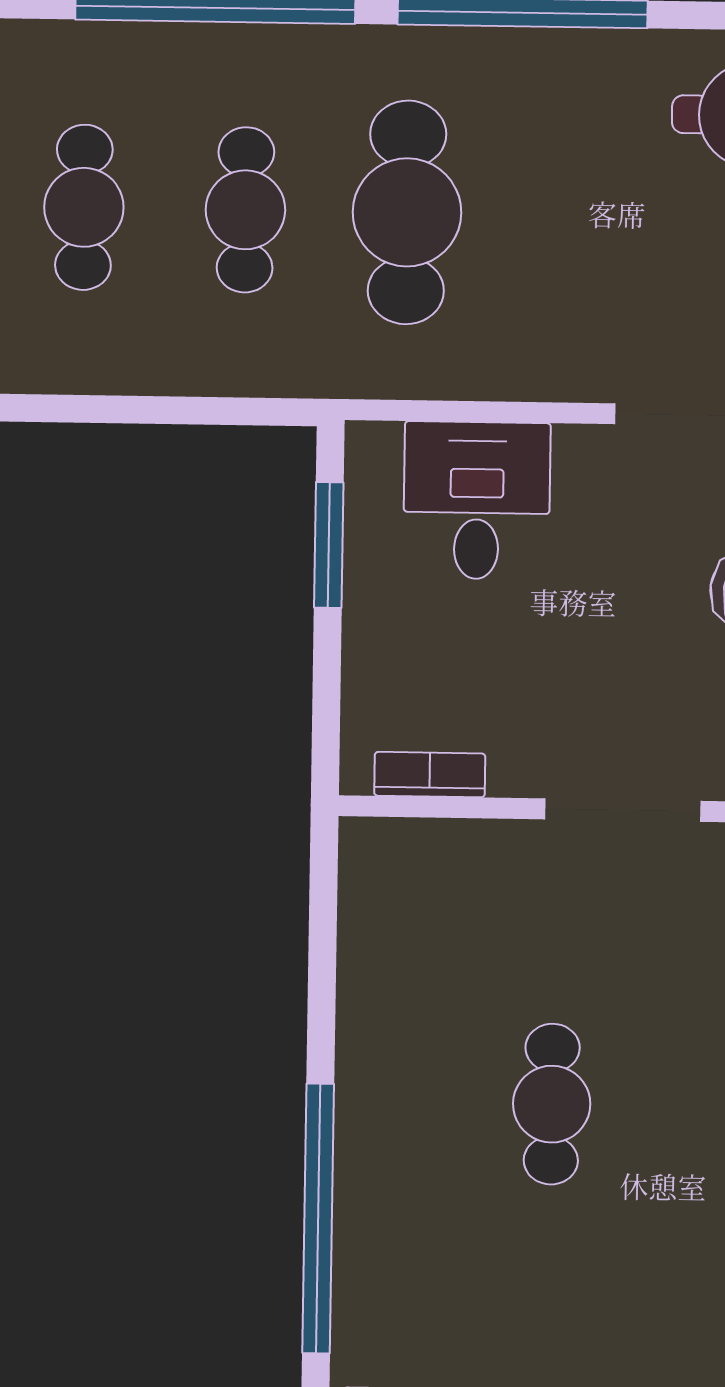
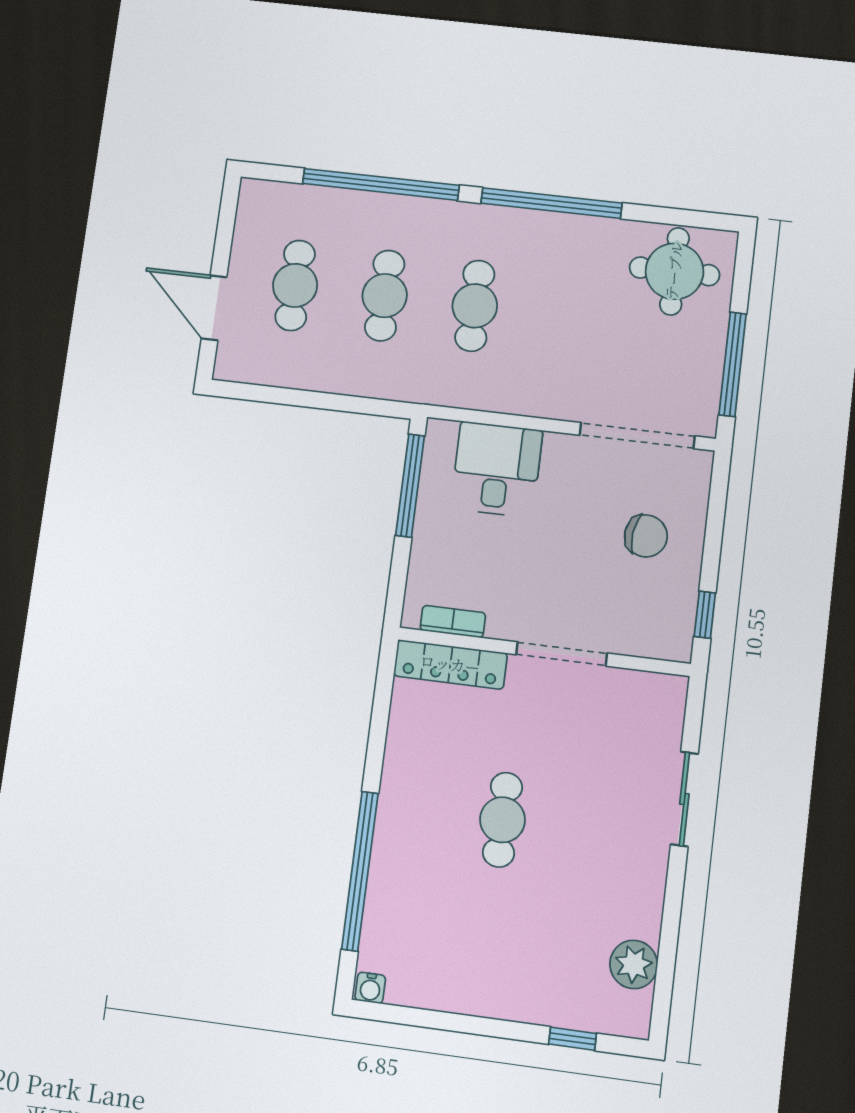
cafe table: (407, 212) -> (475, 306), width x0.73, depth x0.74
window: (329, 545) -> (410, 486), width x1.44
locker: (434, 849) -> (450, 664), added

